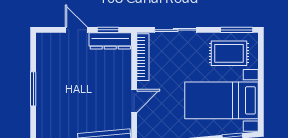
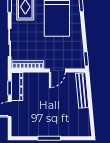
door: (134, 101) -> (57, 71), swing flipped

